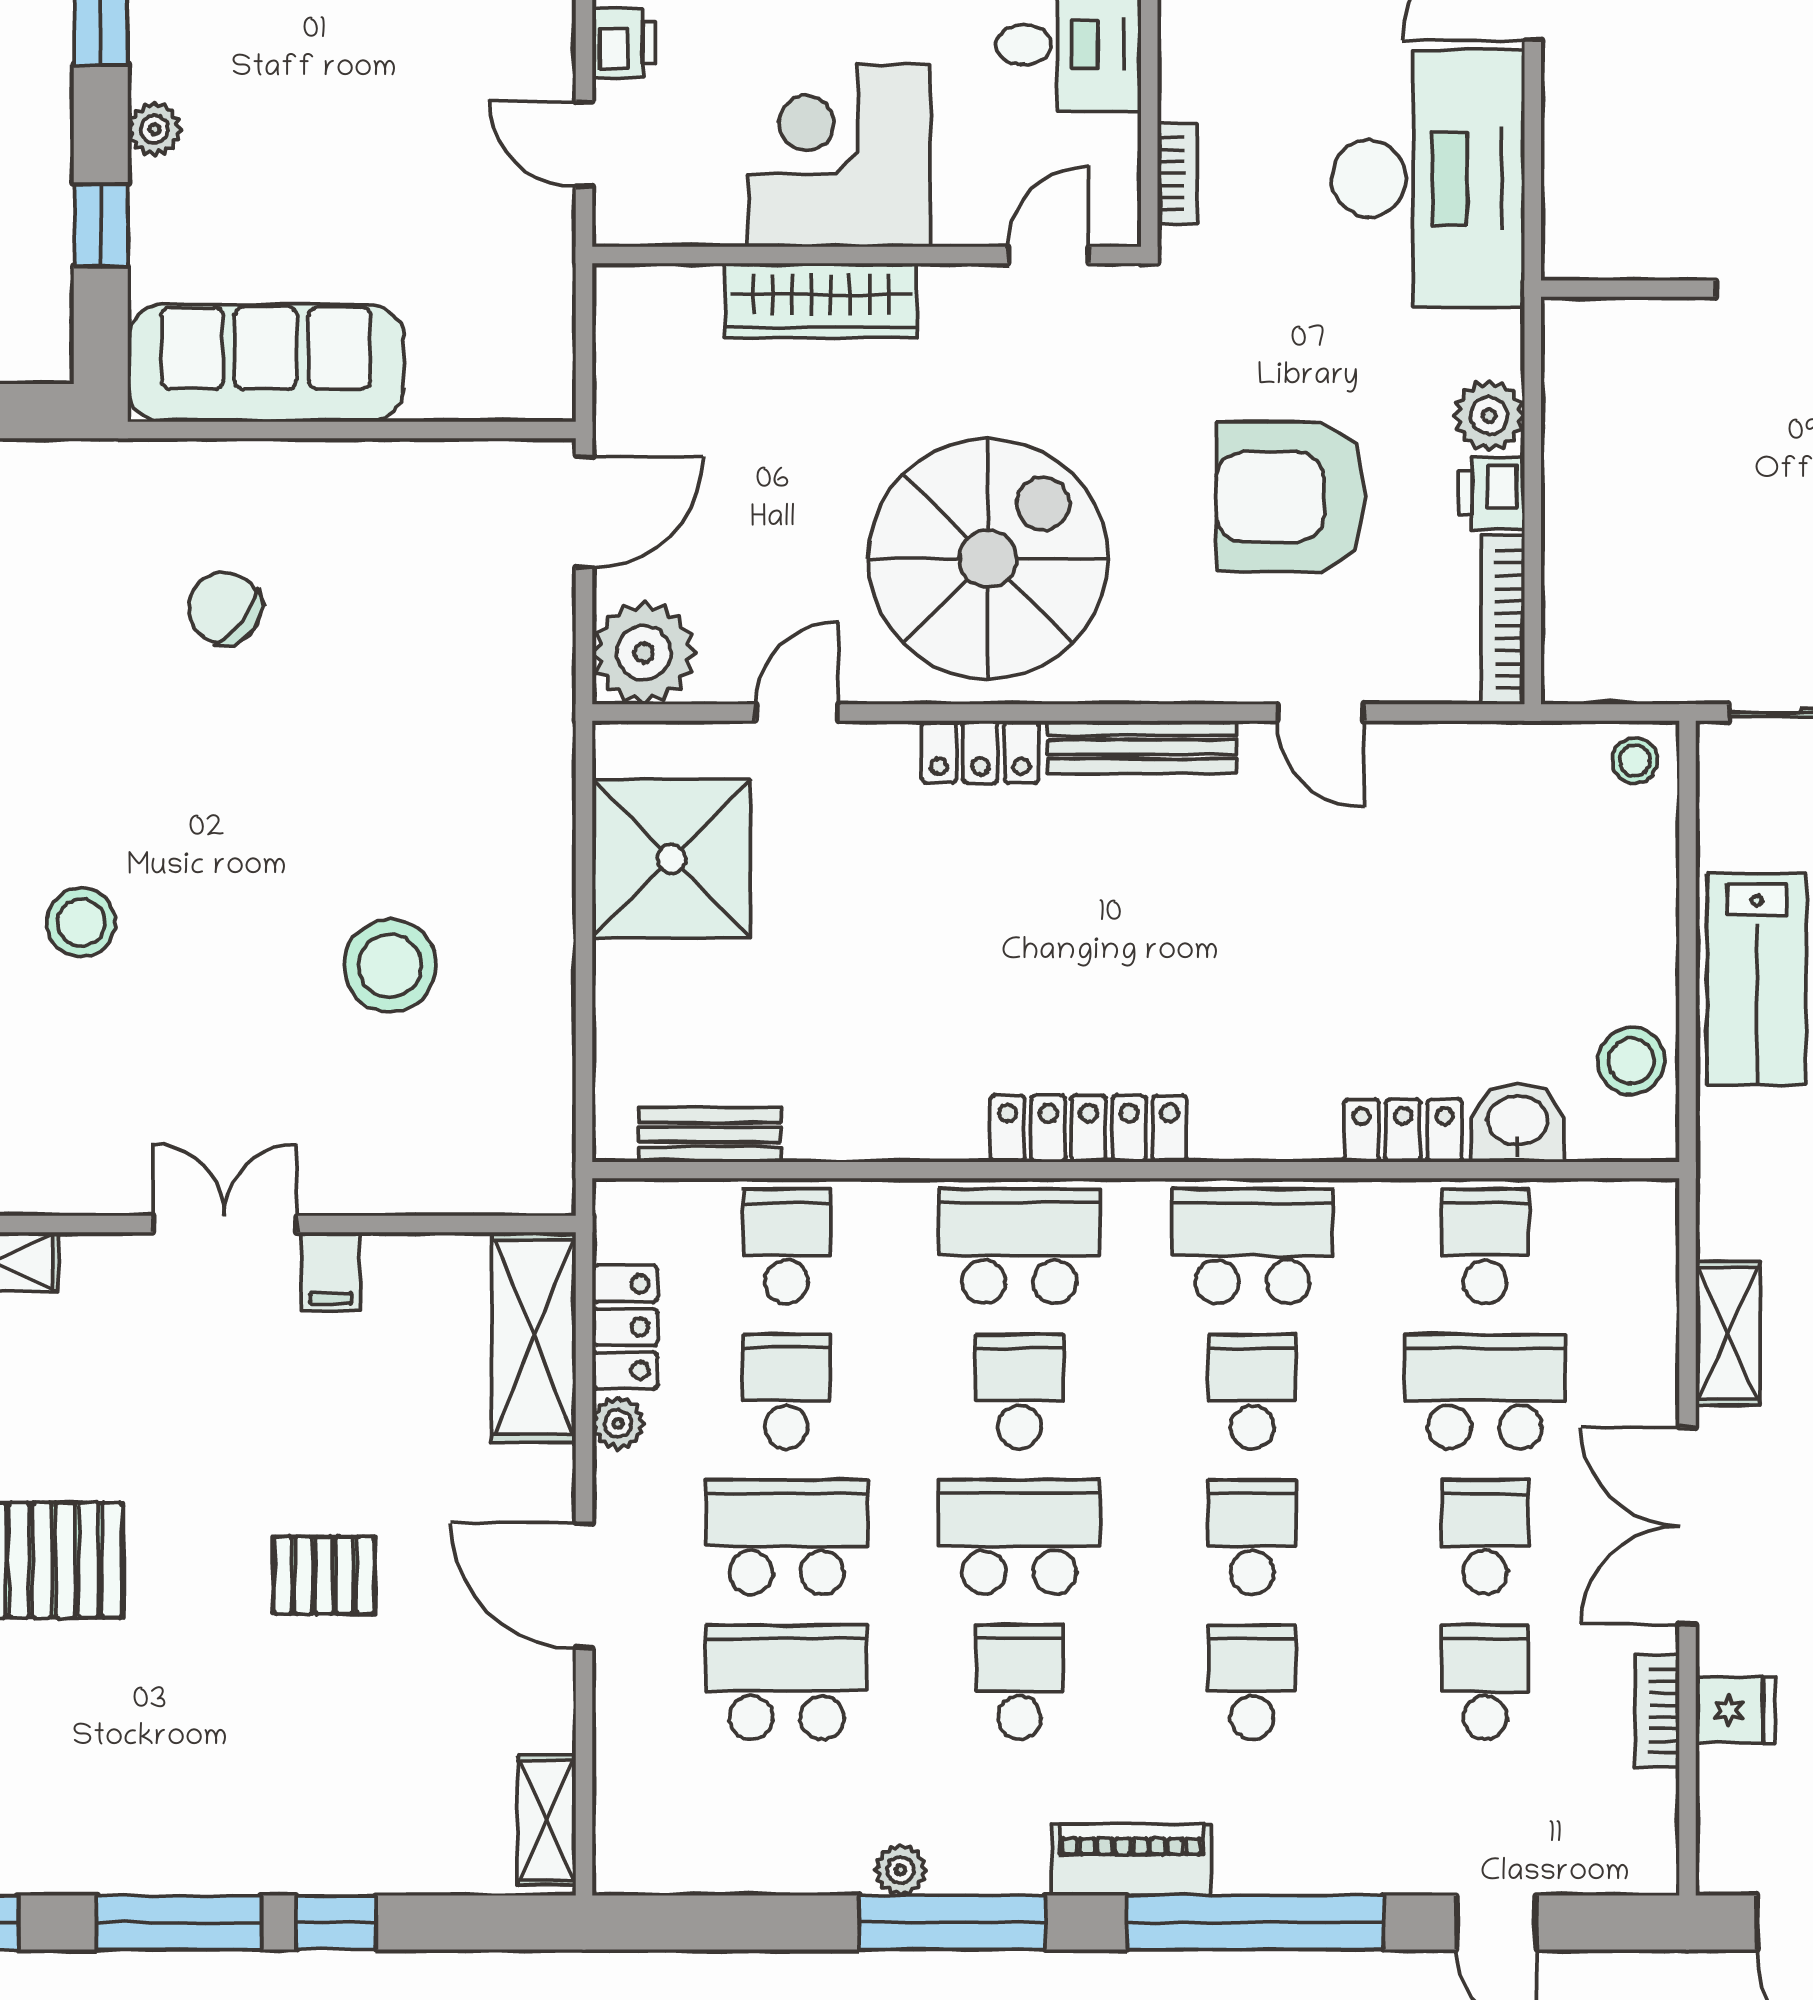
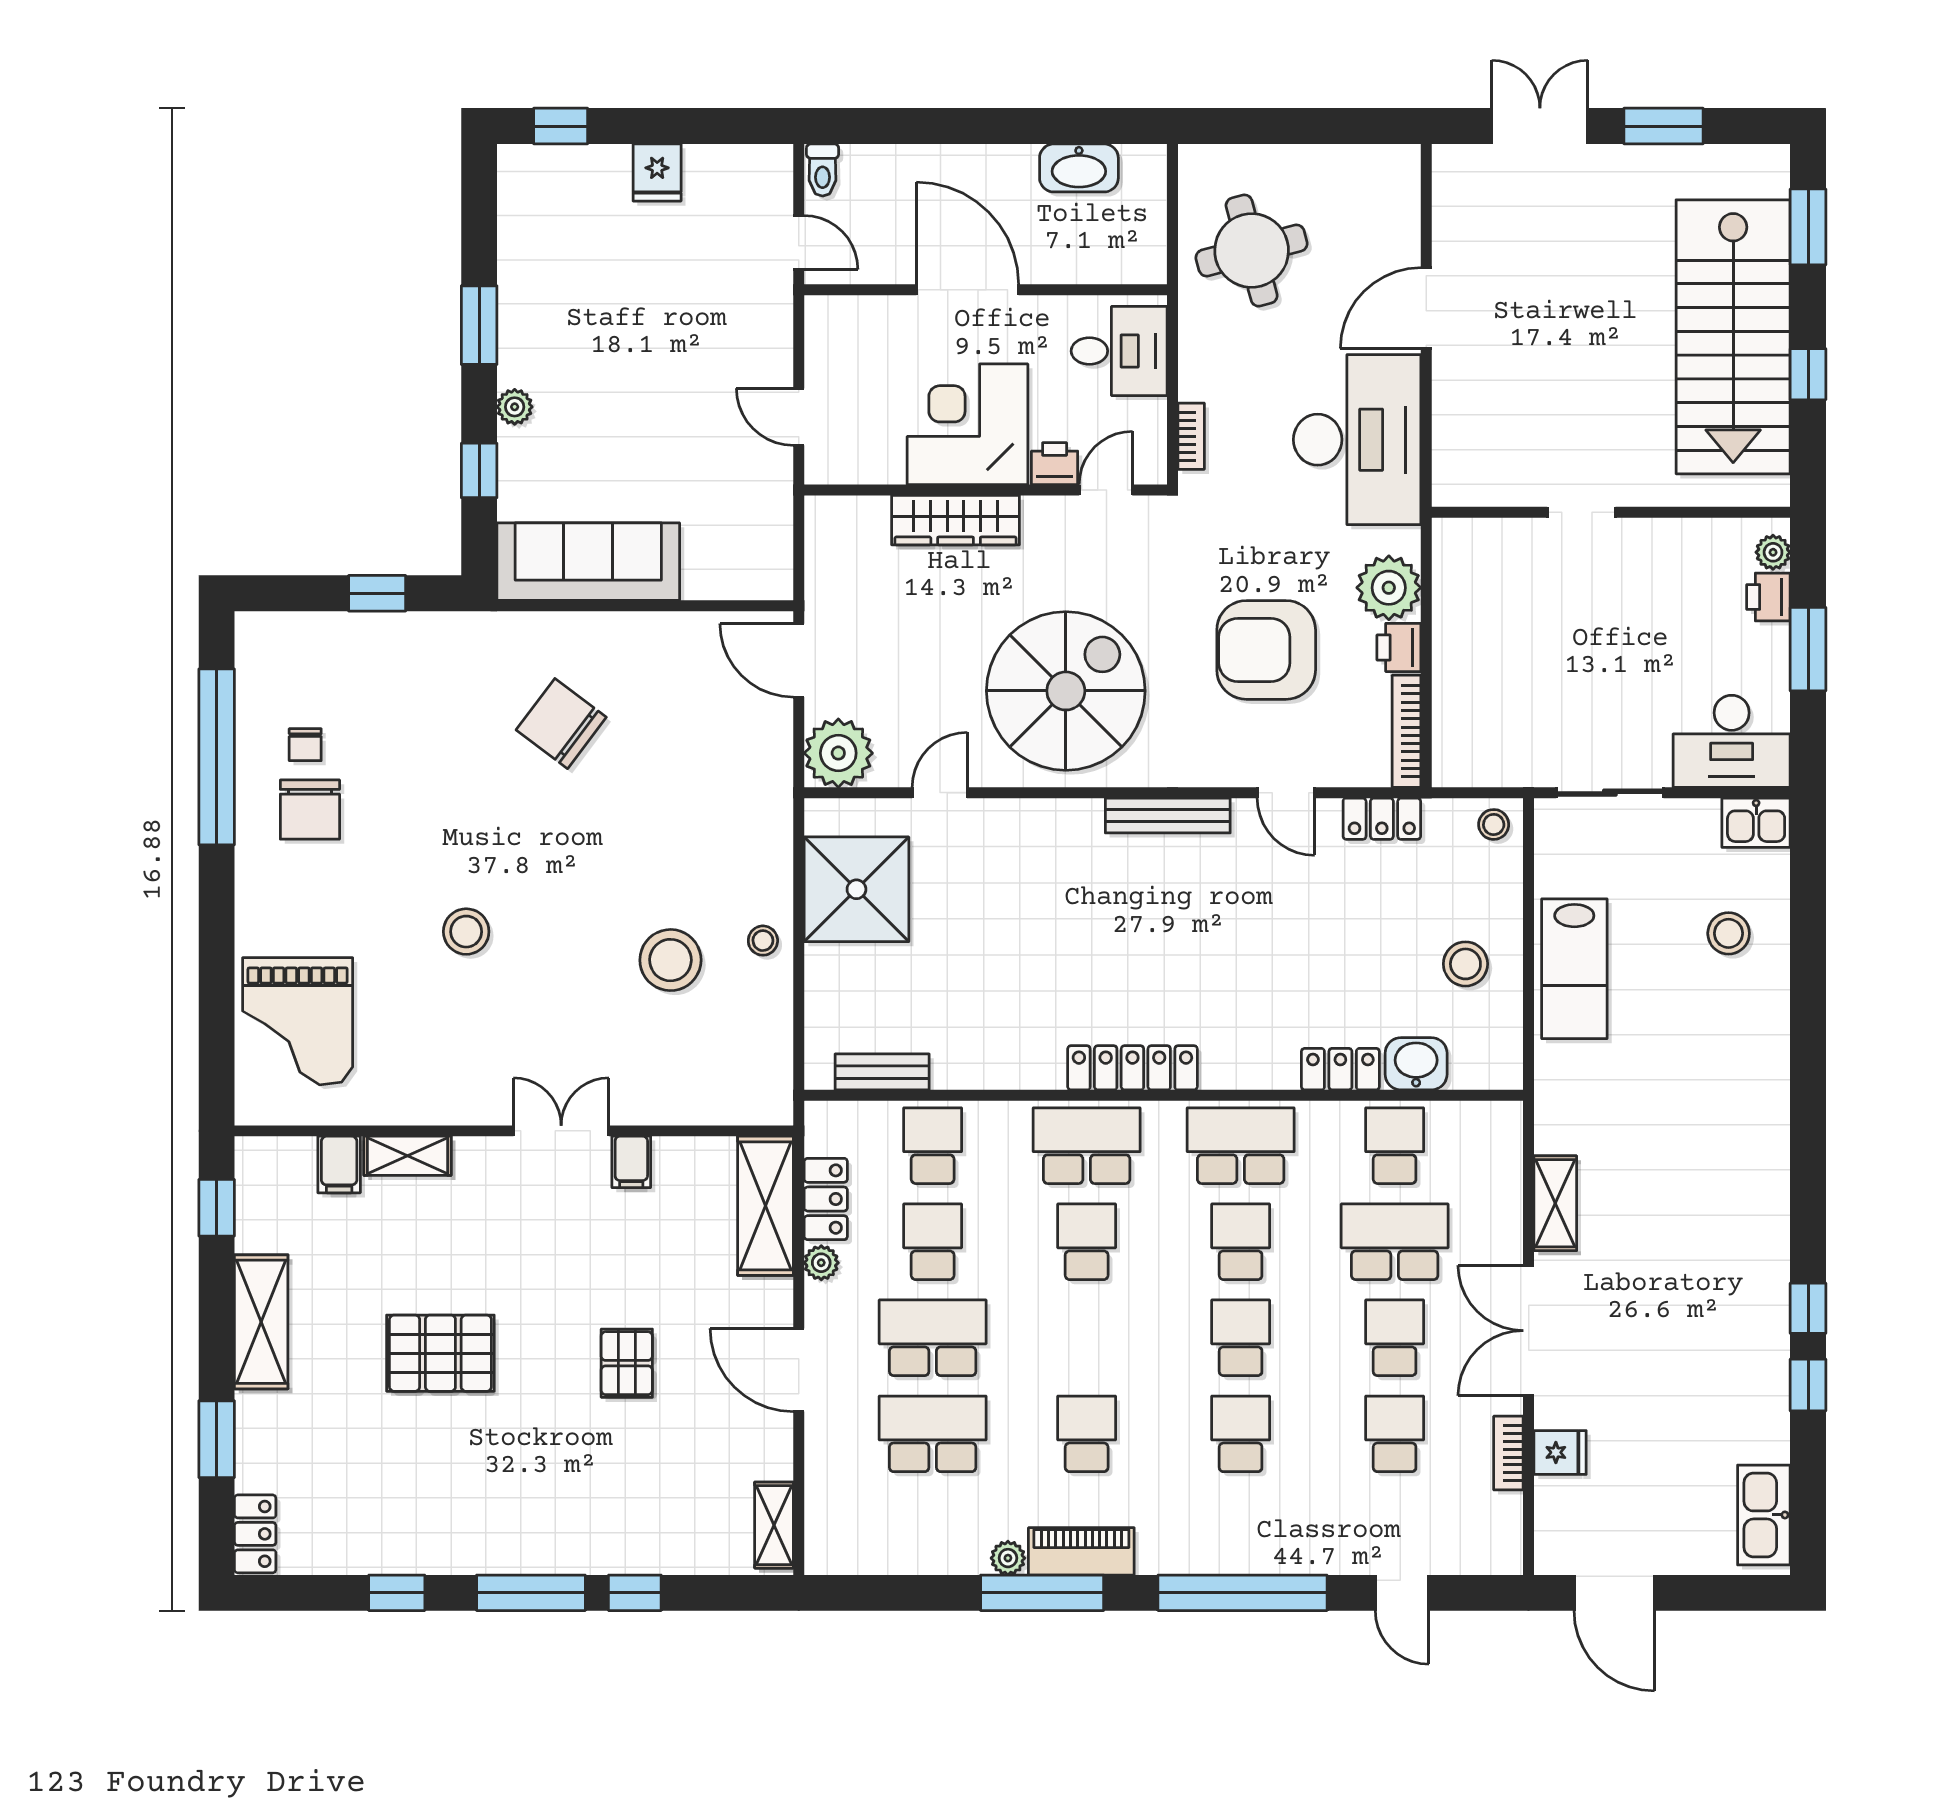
printer: (624, 43) -> (1055, 464), moved, turned -90
plant: (1489, 416) -> (1389, 588), width x1.36, depth x1.36
door: (584, 512) -> (799, 660), swing flipped
chair: (225, 608) -> (561, 724), width x1.37, depth x1.37
locker: (980, 752) -> (1382, 819), moved
stool: (530, 936) -> (763, 941), added
stool: (1631, 1061) -> (1465, 964), moved
school desk: (1019, 1537) -> (1087, 1338), removed
pallet: (324, 1575) -> (627, 1363), turned 90
piano: (1132, 1860) -> (1081, 1551), moved

